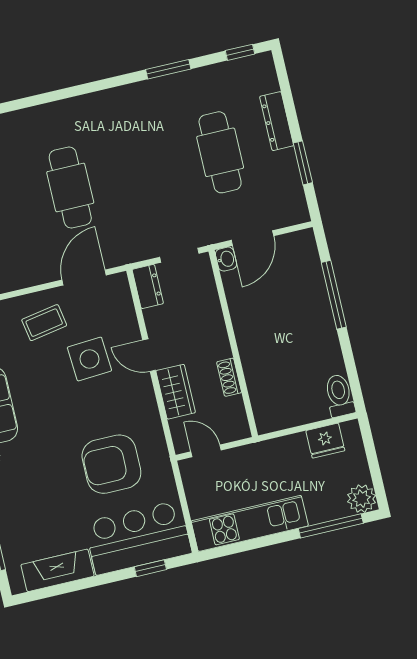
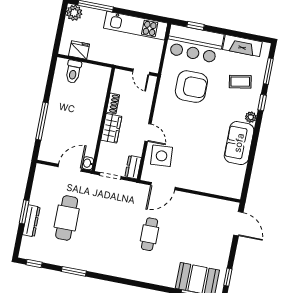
window: (303, 163) -> (24, 212), moved
cafe table: (70, 187) -> (150, 234), width x0.73, depth x0.74
coffee table: (44, 323) -> (240, 82), moved
side table: (89, 359) -> (162, 156), moved
wardrobe: (176, 392) -> (111, 128), moved, turned 180
toilet: (339, 395) -> (73, 72), moved

